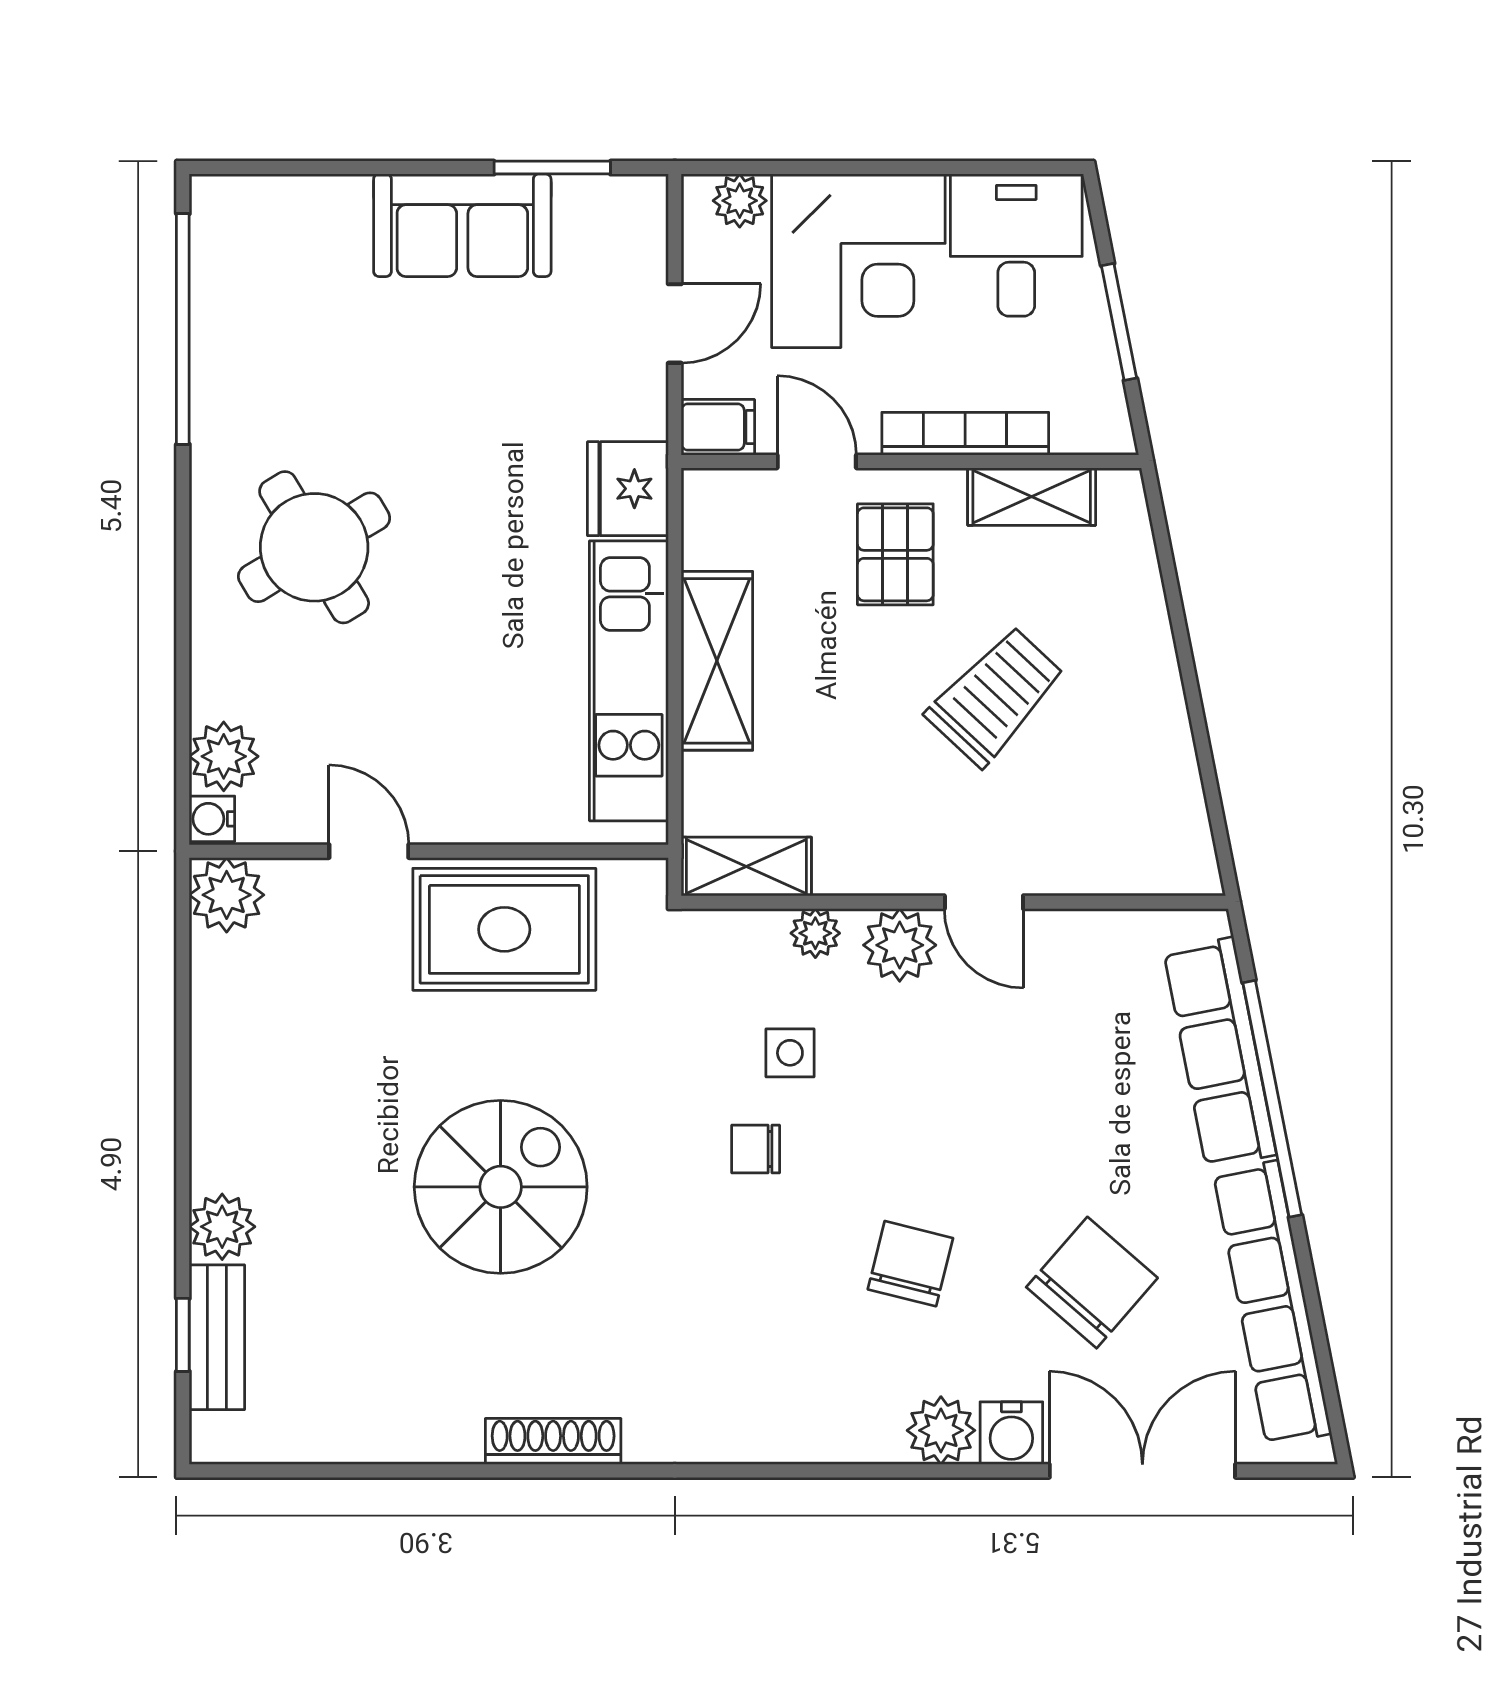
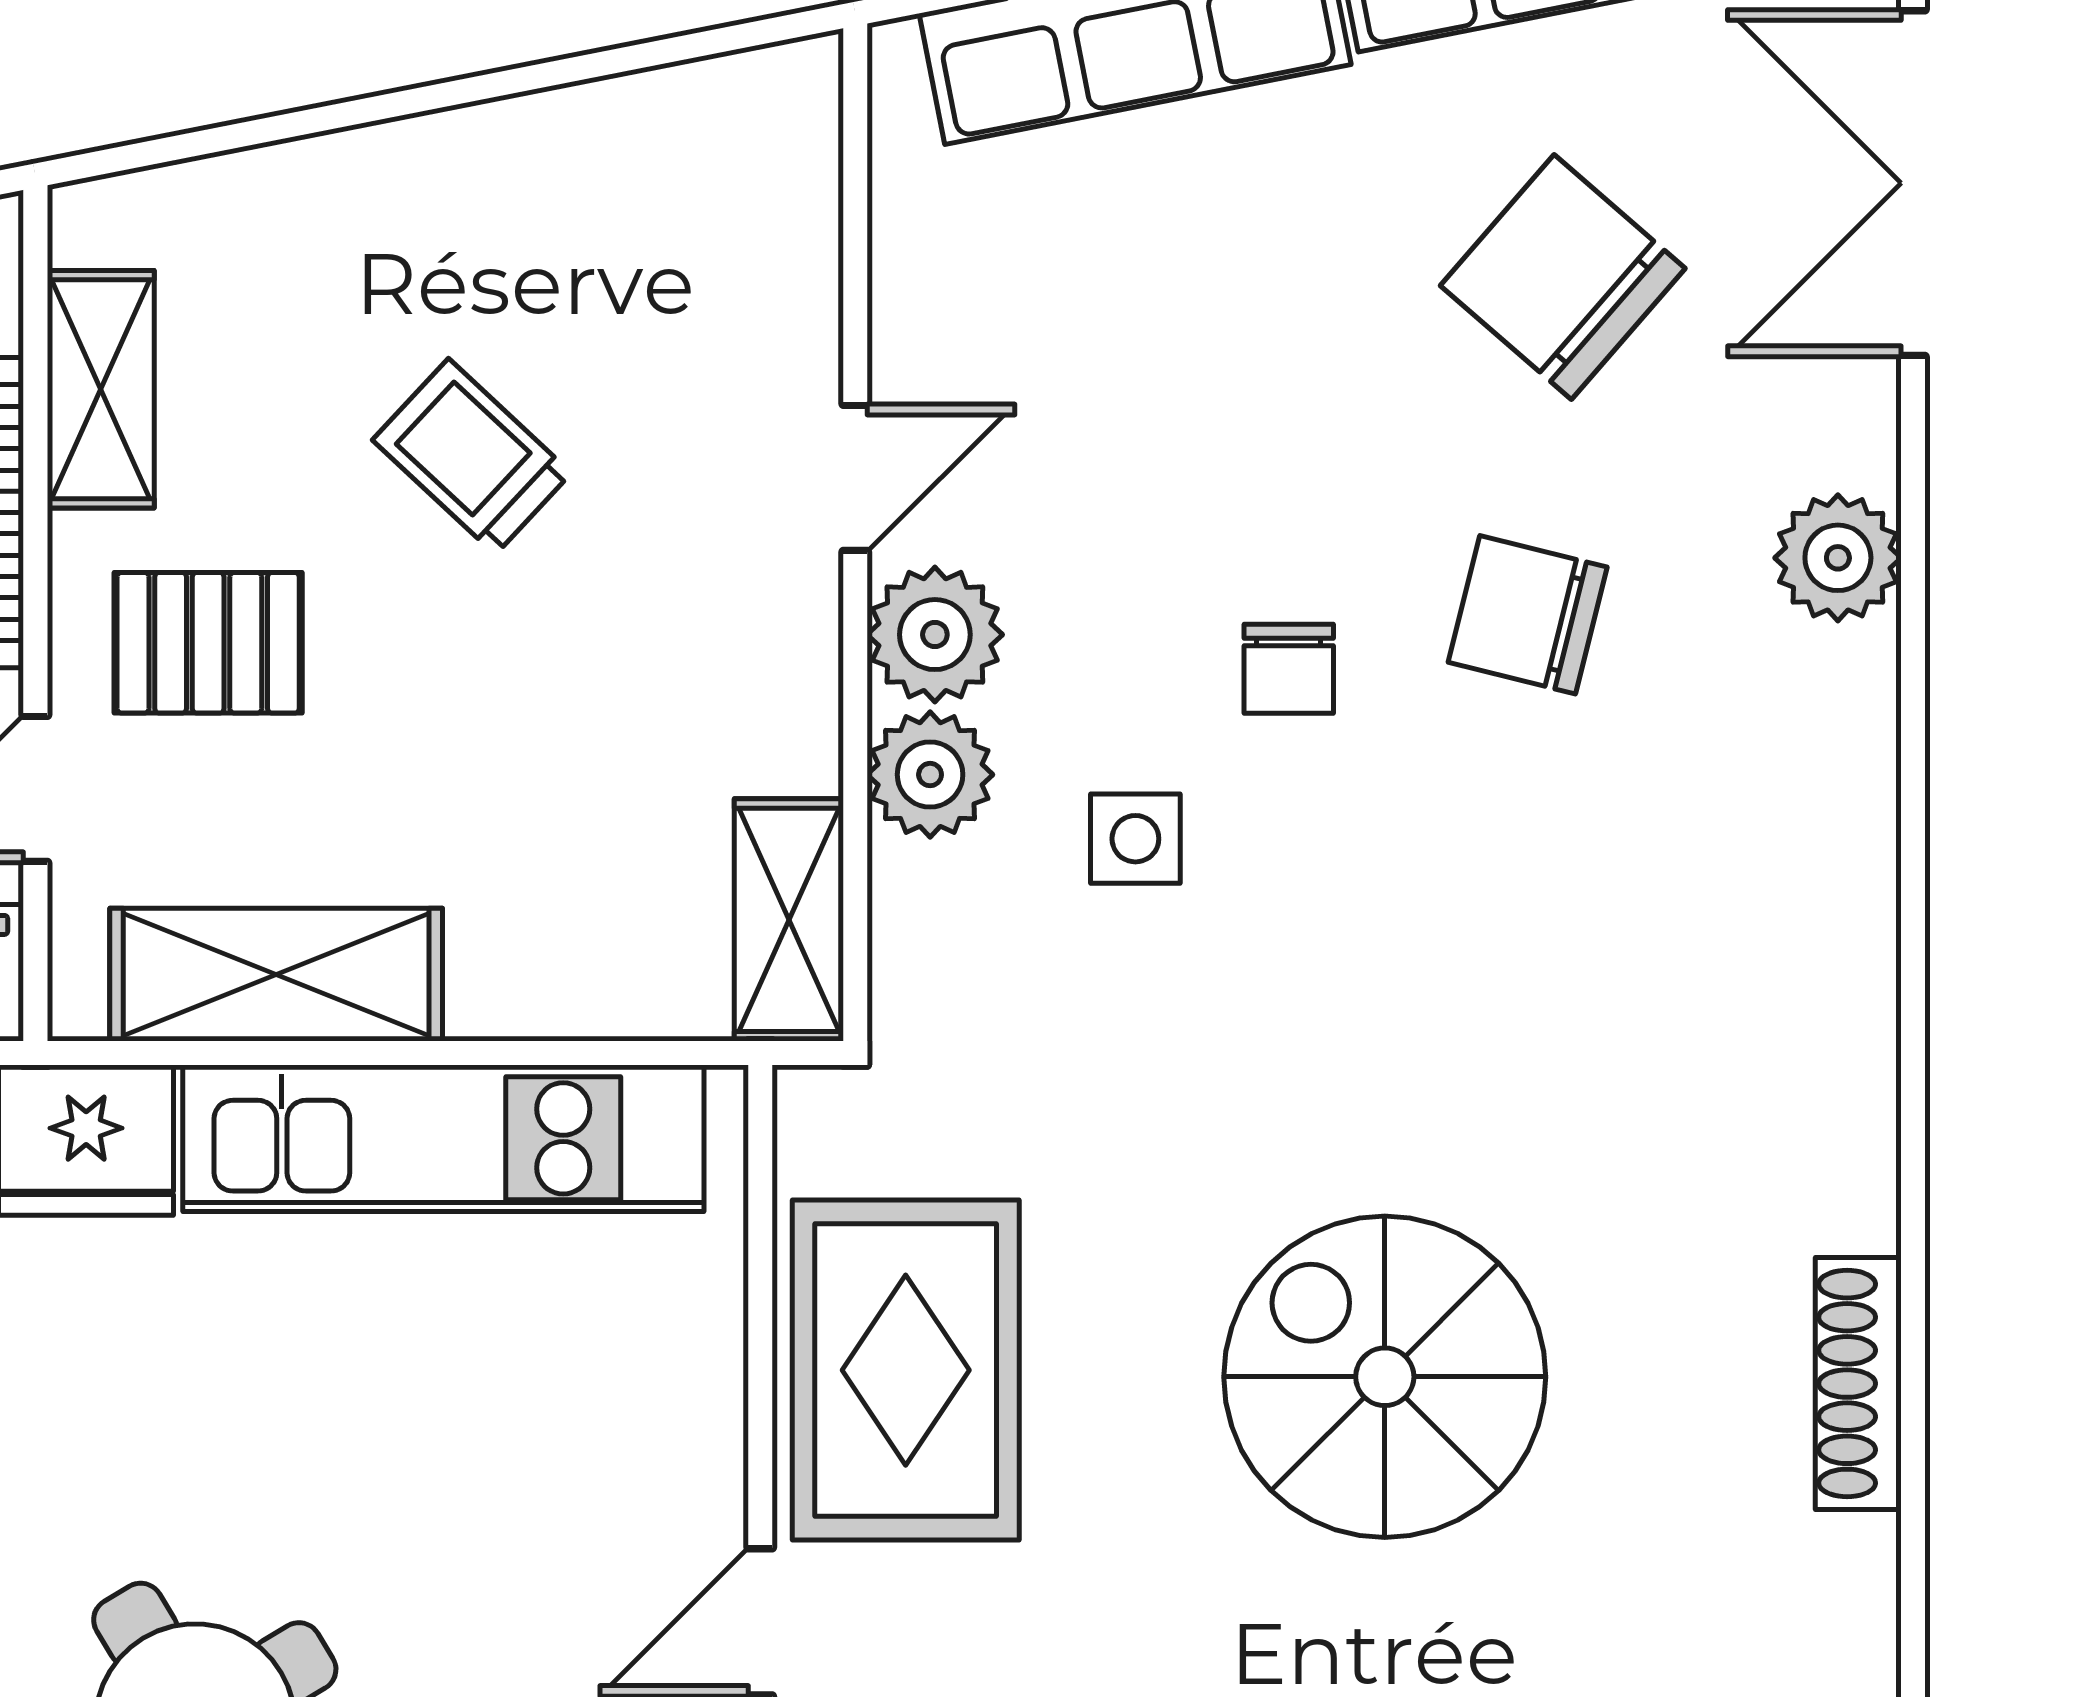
shelving: (717, 661) -> (276, 975), moved
trolley: (995, 696) -> (472, 456), width x0.73, depth x0.72
plant: (815, 933) -> (930, 775), width x1.38, depth x1.38
chair: (756, 1149) -> (1289, 669), moved
water cooler: (1011, 1433) -> (1843, 427), removed
shoe rack: (553, 1441) -> (1858, 1384), moved

